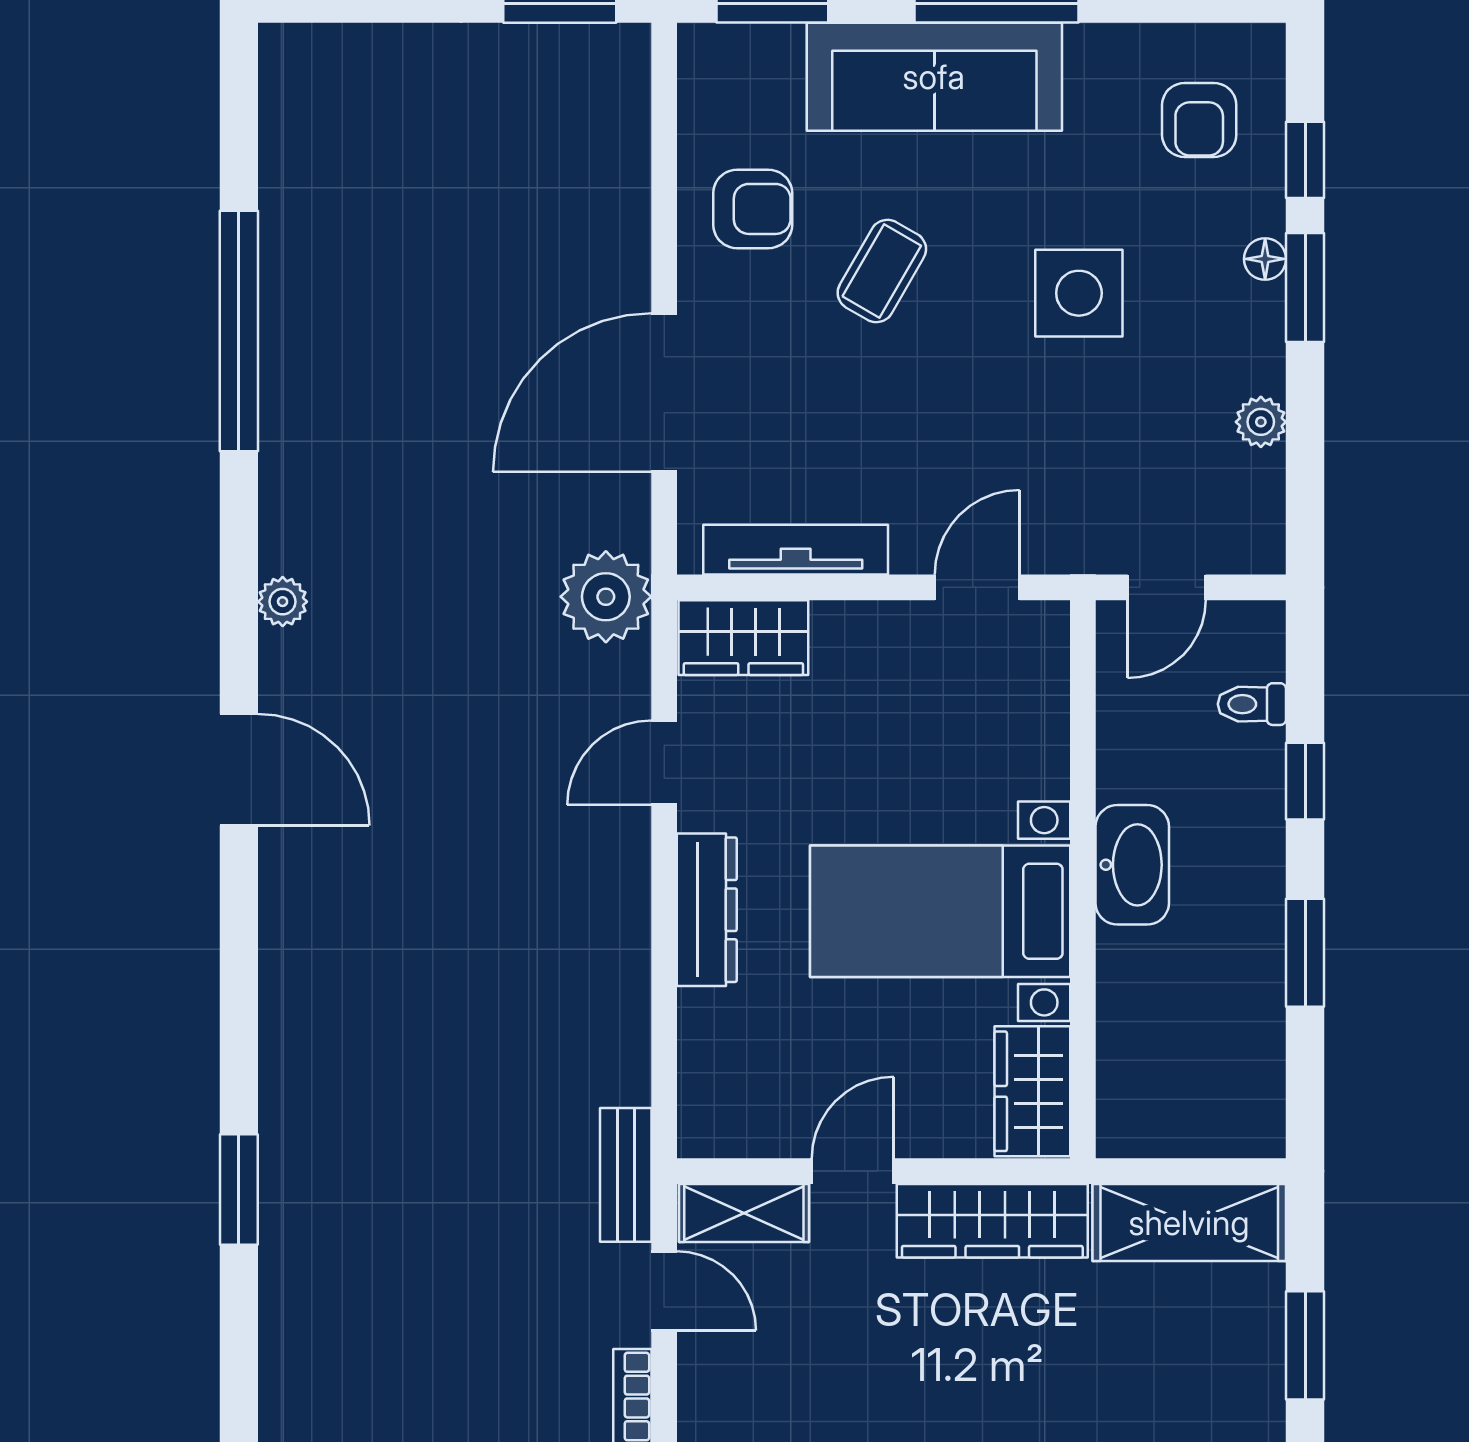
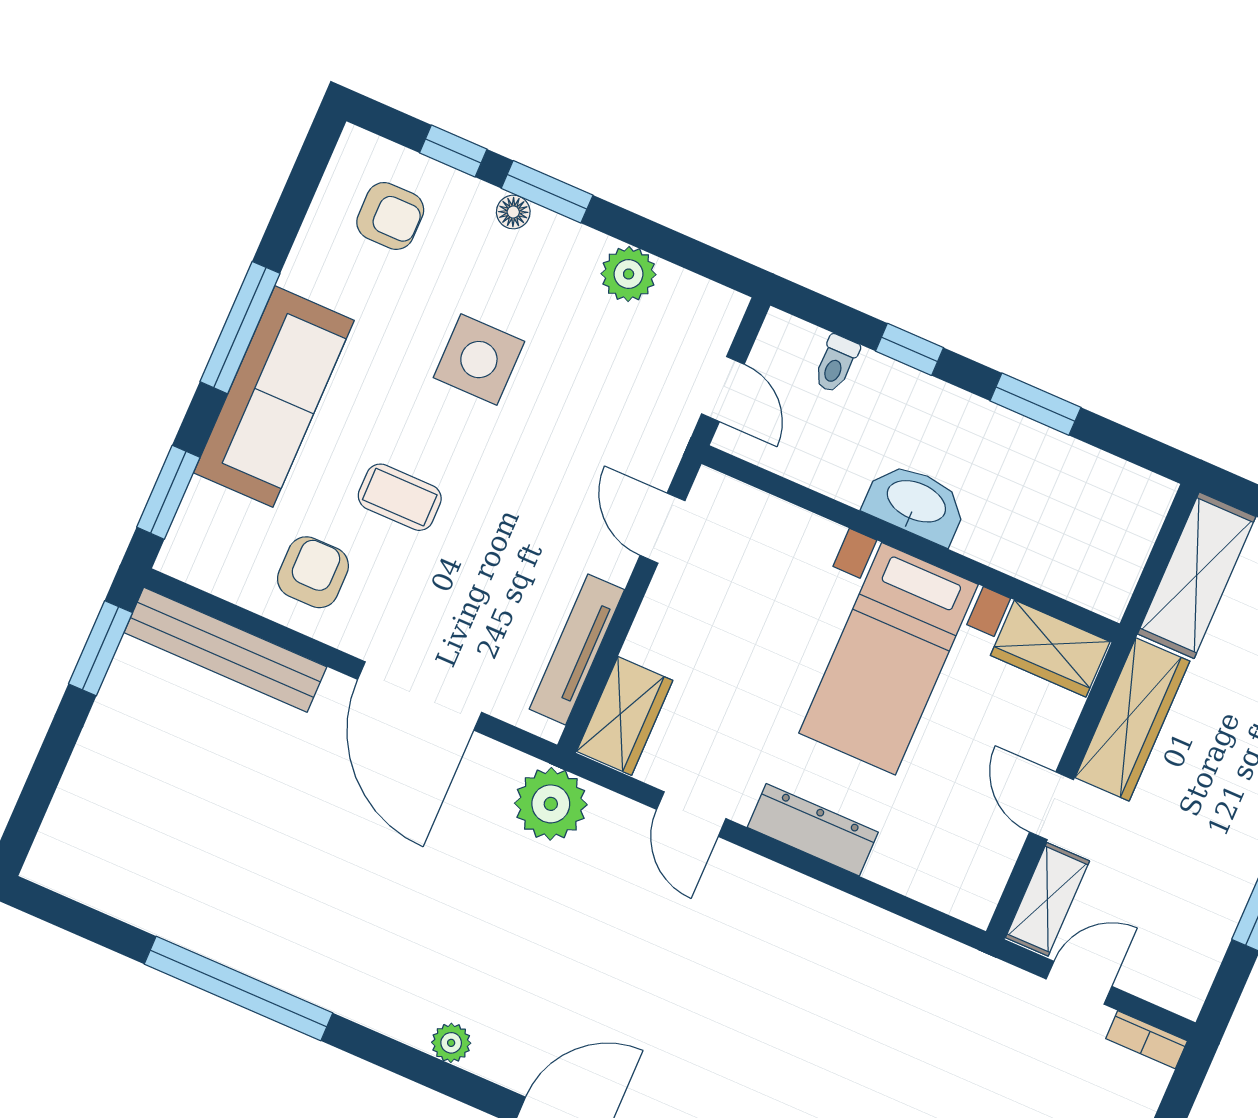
coffee table: (882, 271) -> (400, 497), turned -30
plant: (1261, 422) -> (629, 274), width x1.38, depth x1.38
bench: (626, 1175) -> (225, 650), moved, width x1.86, depth x1.21

